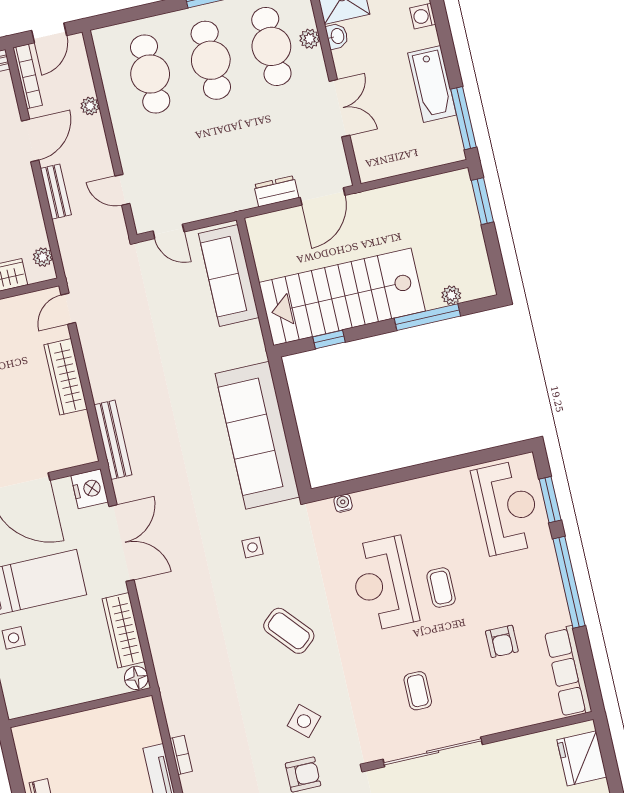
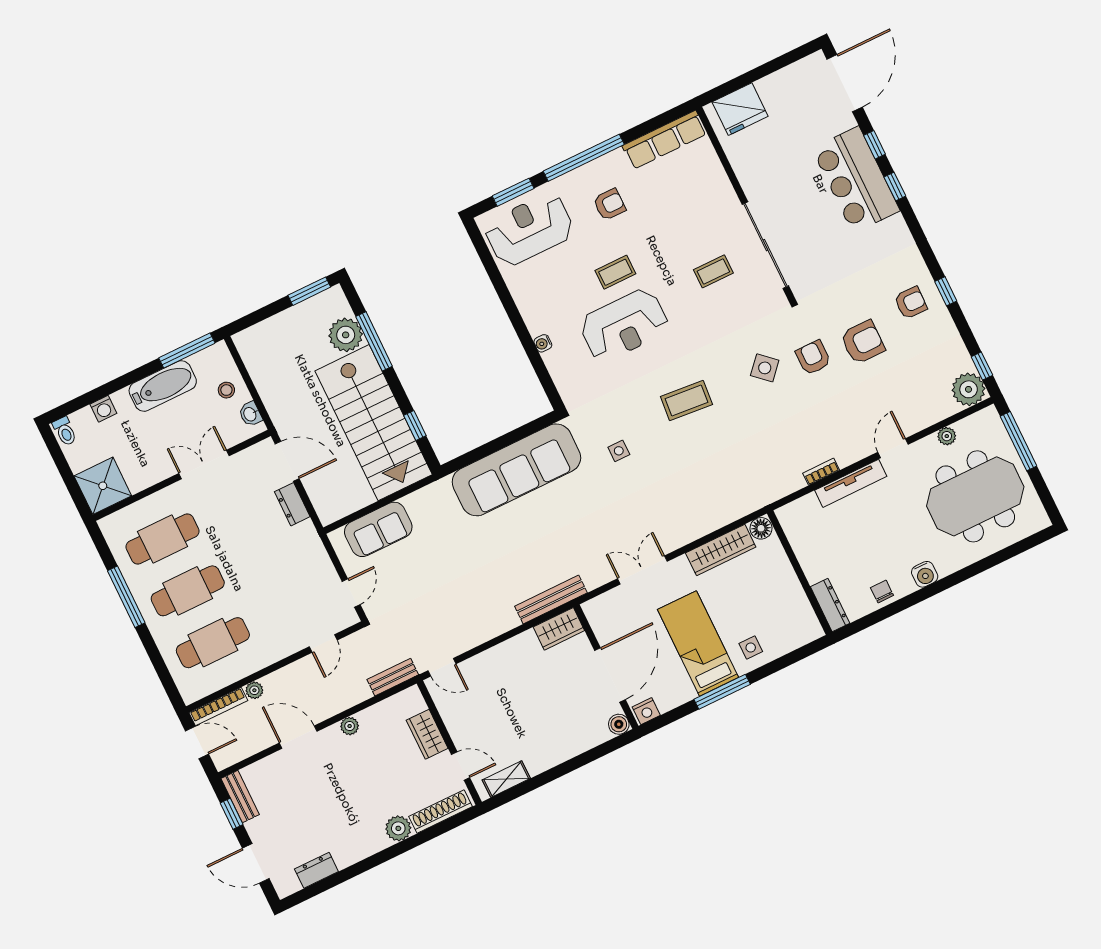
washbasin: (337, 36) -> (250, 414), moved, turned -90
plant: (310, 39) -> (147, 506), removed
bookcase: (28, 76) -> (218, 707), moved, turned 180
stool: (412, 150) -> (226, 390), added
bench: (56, 192) -> (393, 677), moved
window: (482, 201) -> (309, 291), moved
plant: (43, 257) -> (350, 726), moved
sofa: (229, 275) -> (378, 529), width x0.73
plant: (451, 295) -> (346, 335), width x1.88, depth x1.88
wardrobe: (66, 377) -> (559, 629), moved, width x0.67
nightstand: (90, 489) -> (600, 610), removed
water cooler: (343, 503) -> (543, 343), moved
double door: (122, 543) -> (642, 570), width x0.73
coffee table: (289, 631) -> (686, 400), turned 46
armchair: (502, 641) -> (609, 204), moved
dresser: (39, 732) -> (830, 605), added

